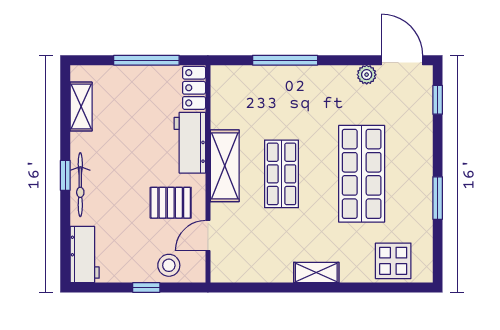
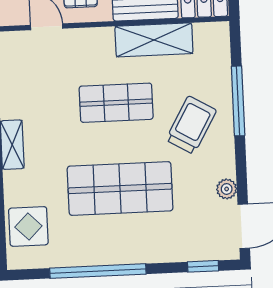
trolley: (306, 105) -> (191, 125), added
shelving: (225, 166) -> (154, 40), moved
window: (438, 198) -> (98, 271), width x2.11

